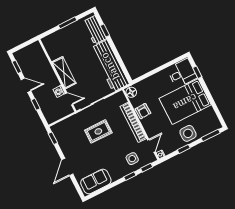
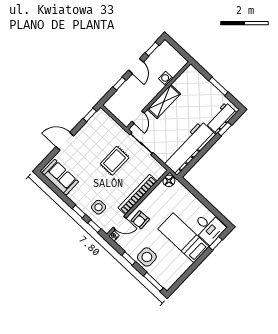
washing machine: (59, 91) -> (166, 79), moved
bed: (185, 102) -> (183, 238), width x0.67
armchair: (143, 111) -> (140, 220), moved
rug: (98, 131) -> (115, 161), turned 90

